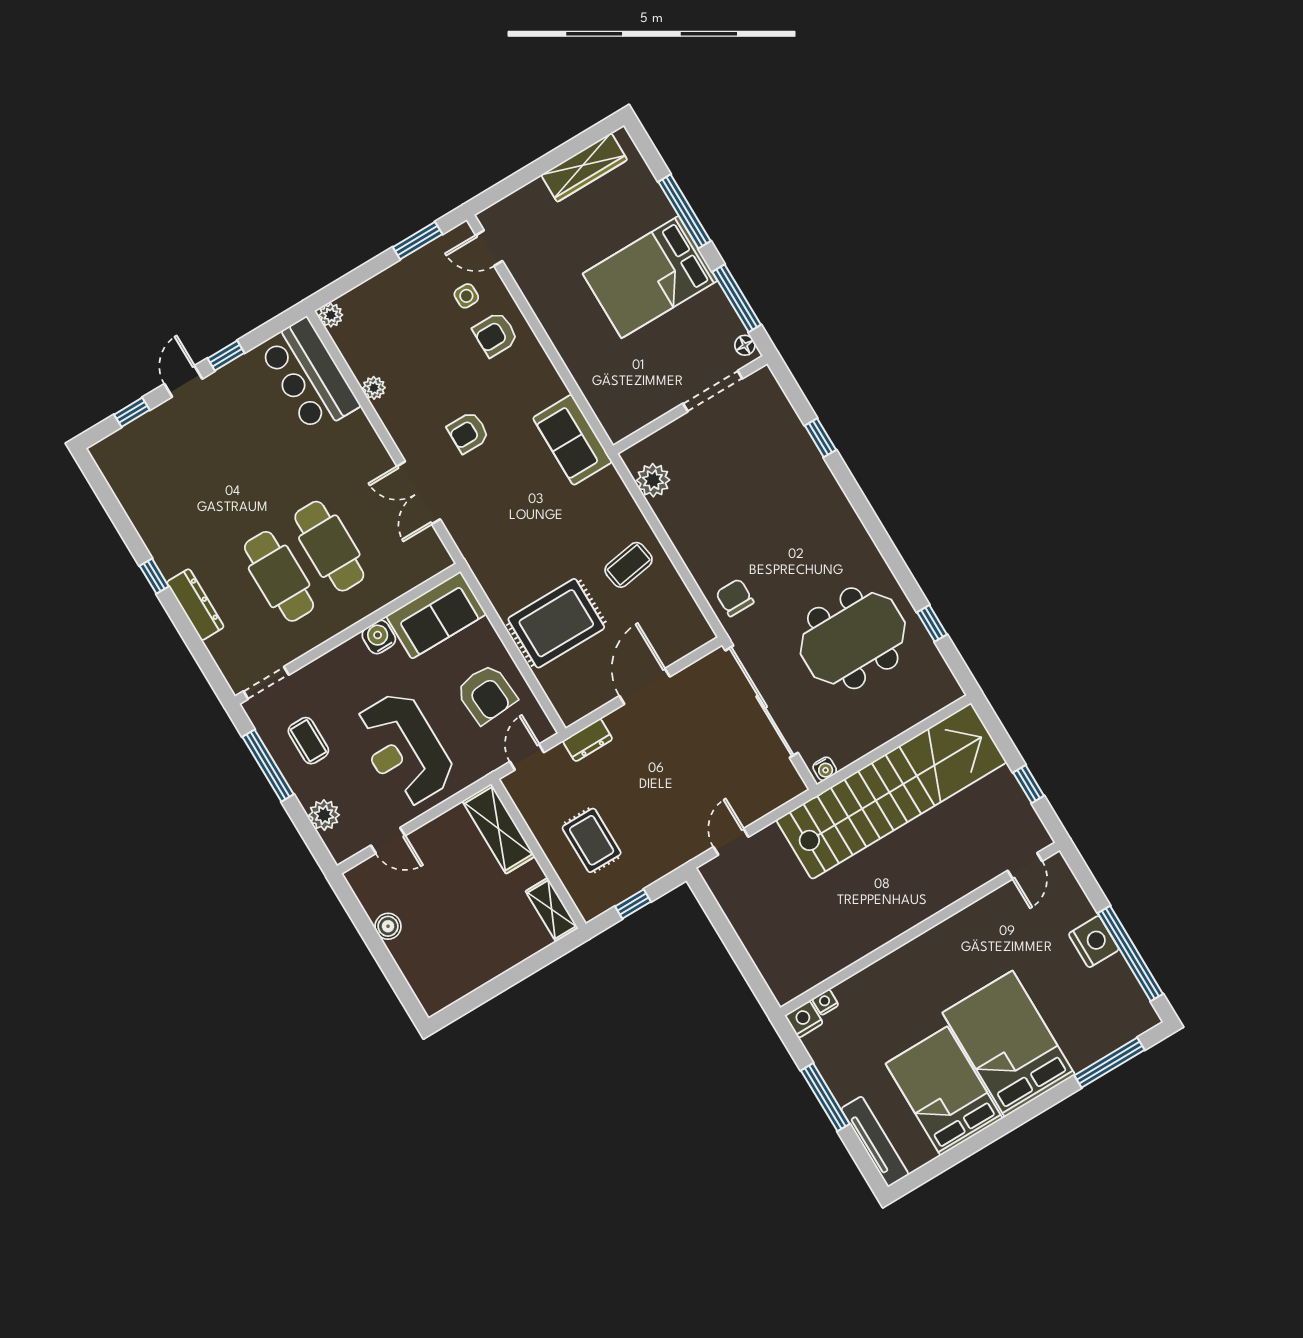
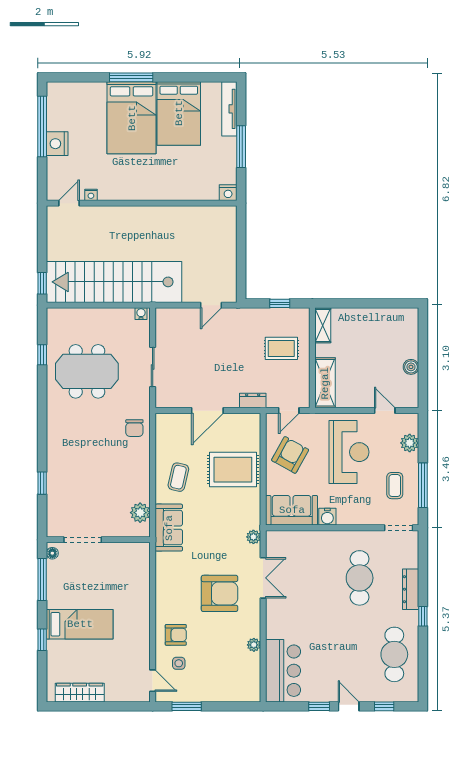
window: (684, 211) -> (42, 640), width x0.46
bed: (650, 277) -> (80, 624), width x0.67
plant: (331, 315) -> (253, 537), moved
door: (183, 381) -> (349, 706), swing flipped
armchair: (468, 432) -> (220, 593), width x1.88, depth x1.88
sofa: (572, 440) -> (169, 528), moved
cafe table: (329, 546) -> (394, 654), moved
coffee table: (629, 565) -> (178, 477), turned -68
armchair: (486, 694) -> (290, 455), turned 33
sliding door: (762, 702) -> (153, 367), width x0.54
window: (1029, 784) -> (42, 283), moved
rug: (592, 840) -> (281, 348), turned 90
nightstand: (825, 1002) -> (91, 195), moved
window: (1109, 1063) -> (131, 77), moved

